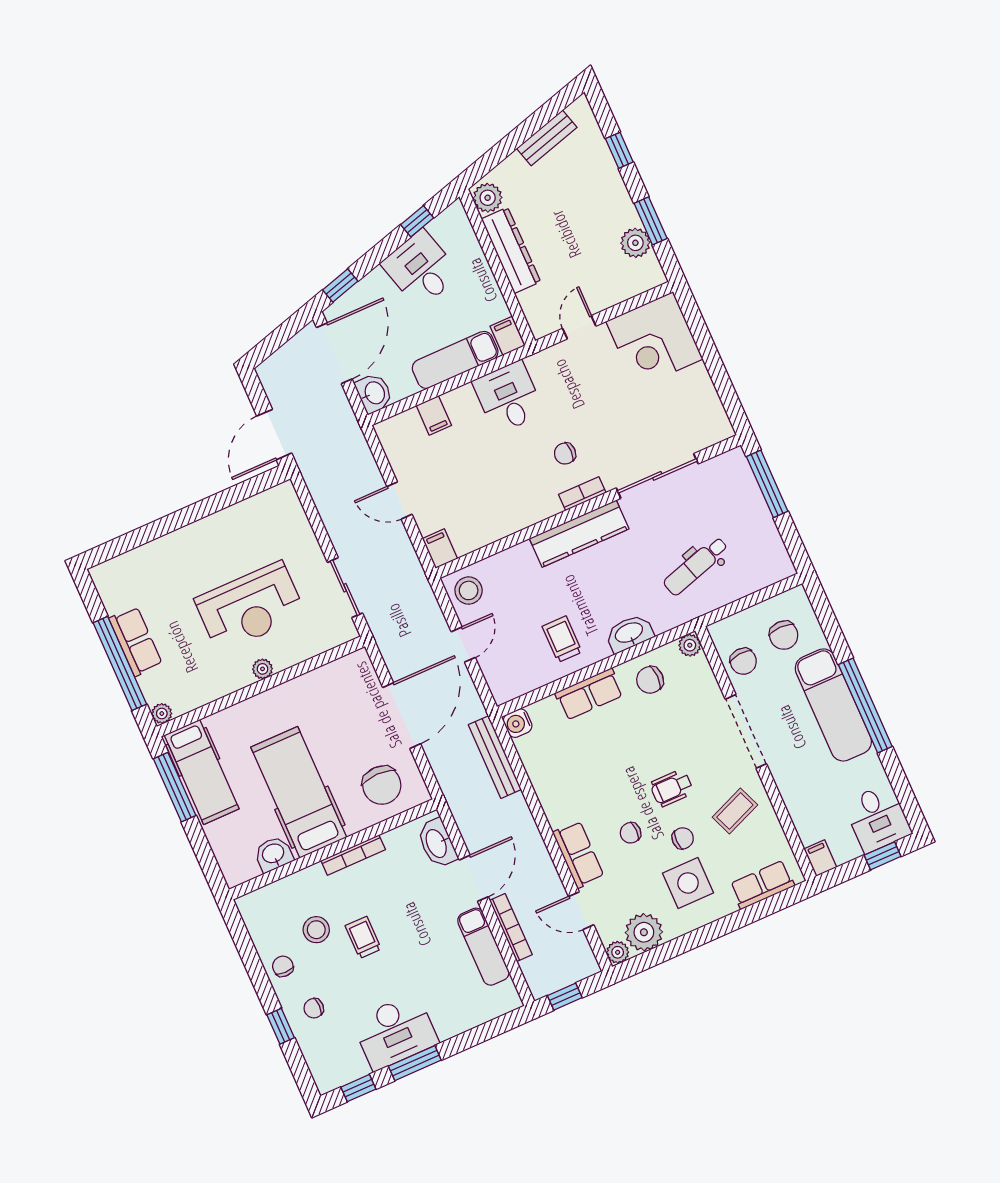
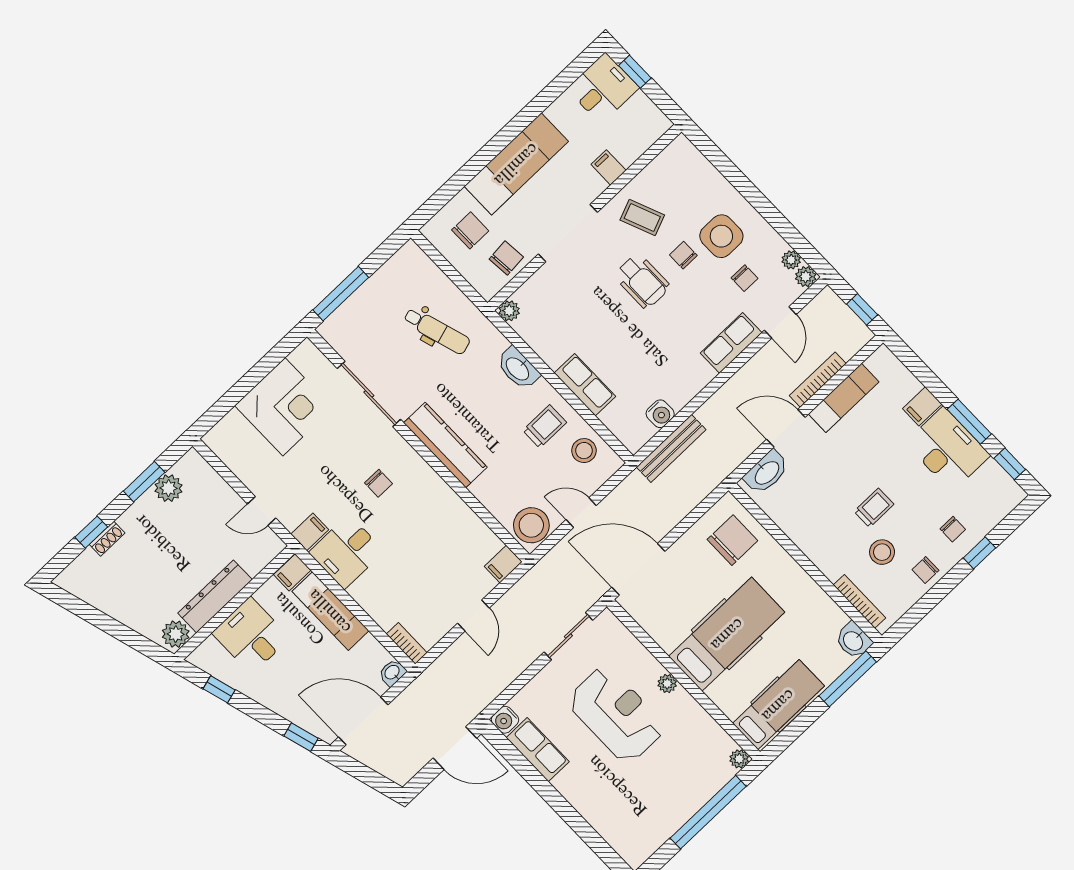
bench: (547, 138) -> (103, 601), removed
shoe rack: (607, 164) -> (107, 539), added
desk: (421, 269) -> (251, 636), moved, turned 106
corner desk: (654, 340) -> (284, 407), moved
washbasin: (374, 393) -> (392, 673), width x0.72, depth x0.69
filing cabinet: (434, 415) -> (310, 532), moved
bookcase: (582, 494) -> (407, 643), moved, turned 180
water cooler: (285, 495) -> (505, 720), added
stool: (469, 590) -> (531, 525), width x1.38, depth x1.38
trolley: (562, 639) -> (545, 426), turned 180
row of seats: (136, 641) -> (538, 750), moved, turned 90
stool: (524, 670) -> (584, 451), added
chair: (650, 680) -> (553, 335), removed
window: (865, 706) -> (507, 135), removed
door: (402, 716) -> (638, 569), moved
water cooler: (518, 723) -> (660, 414), moved
window: (175, 787) -> (848, 679), moved
wheelchair: (672, 788) -> (642, 281), width x1.36, depth x1.37
hospital bed: (299, 792) -> (727, 634), moved, turned 180
chair: (631, 833) -> (745, 278), moved
washbasin: (273, 854) -> (854, 641), moved
bookcase: (353, 855) -> (859, 601), moved
filing cabinet: (820, 858) -> (609, 167), moved, turned 90
row of seats: (762, 885) -> (699, 170), removed
plant: (644, 932) -> (791, 260), width x0.53, depth x0.53
trolley: (363, 937) -> (874, 508), turned 180
filing cabinet: (447, 1022) -> (922, 406), added

